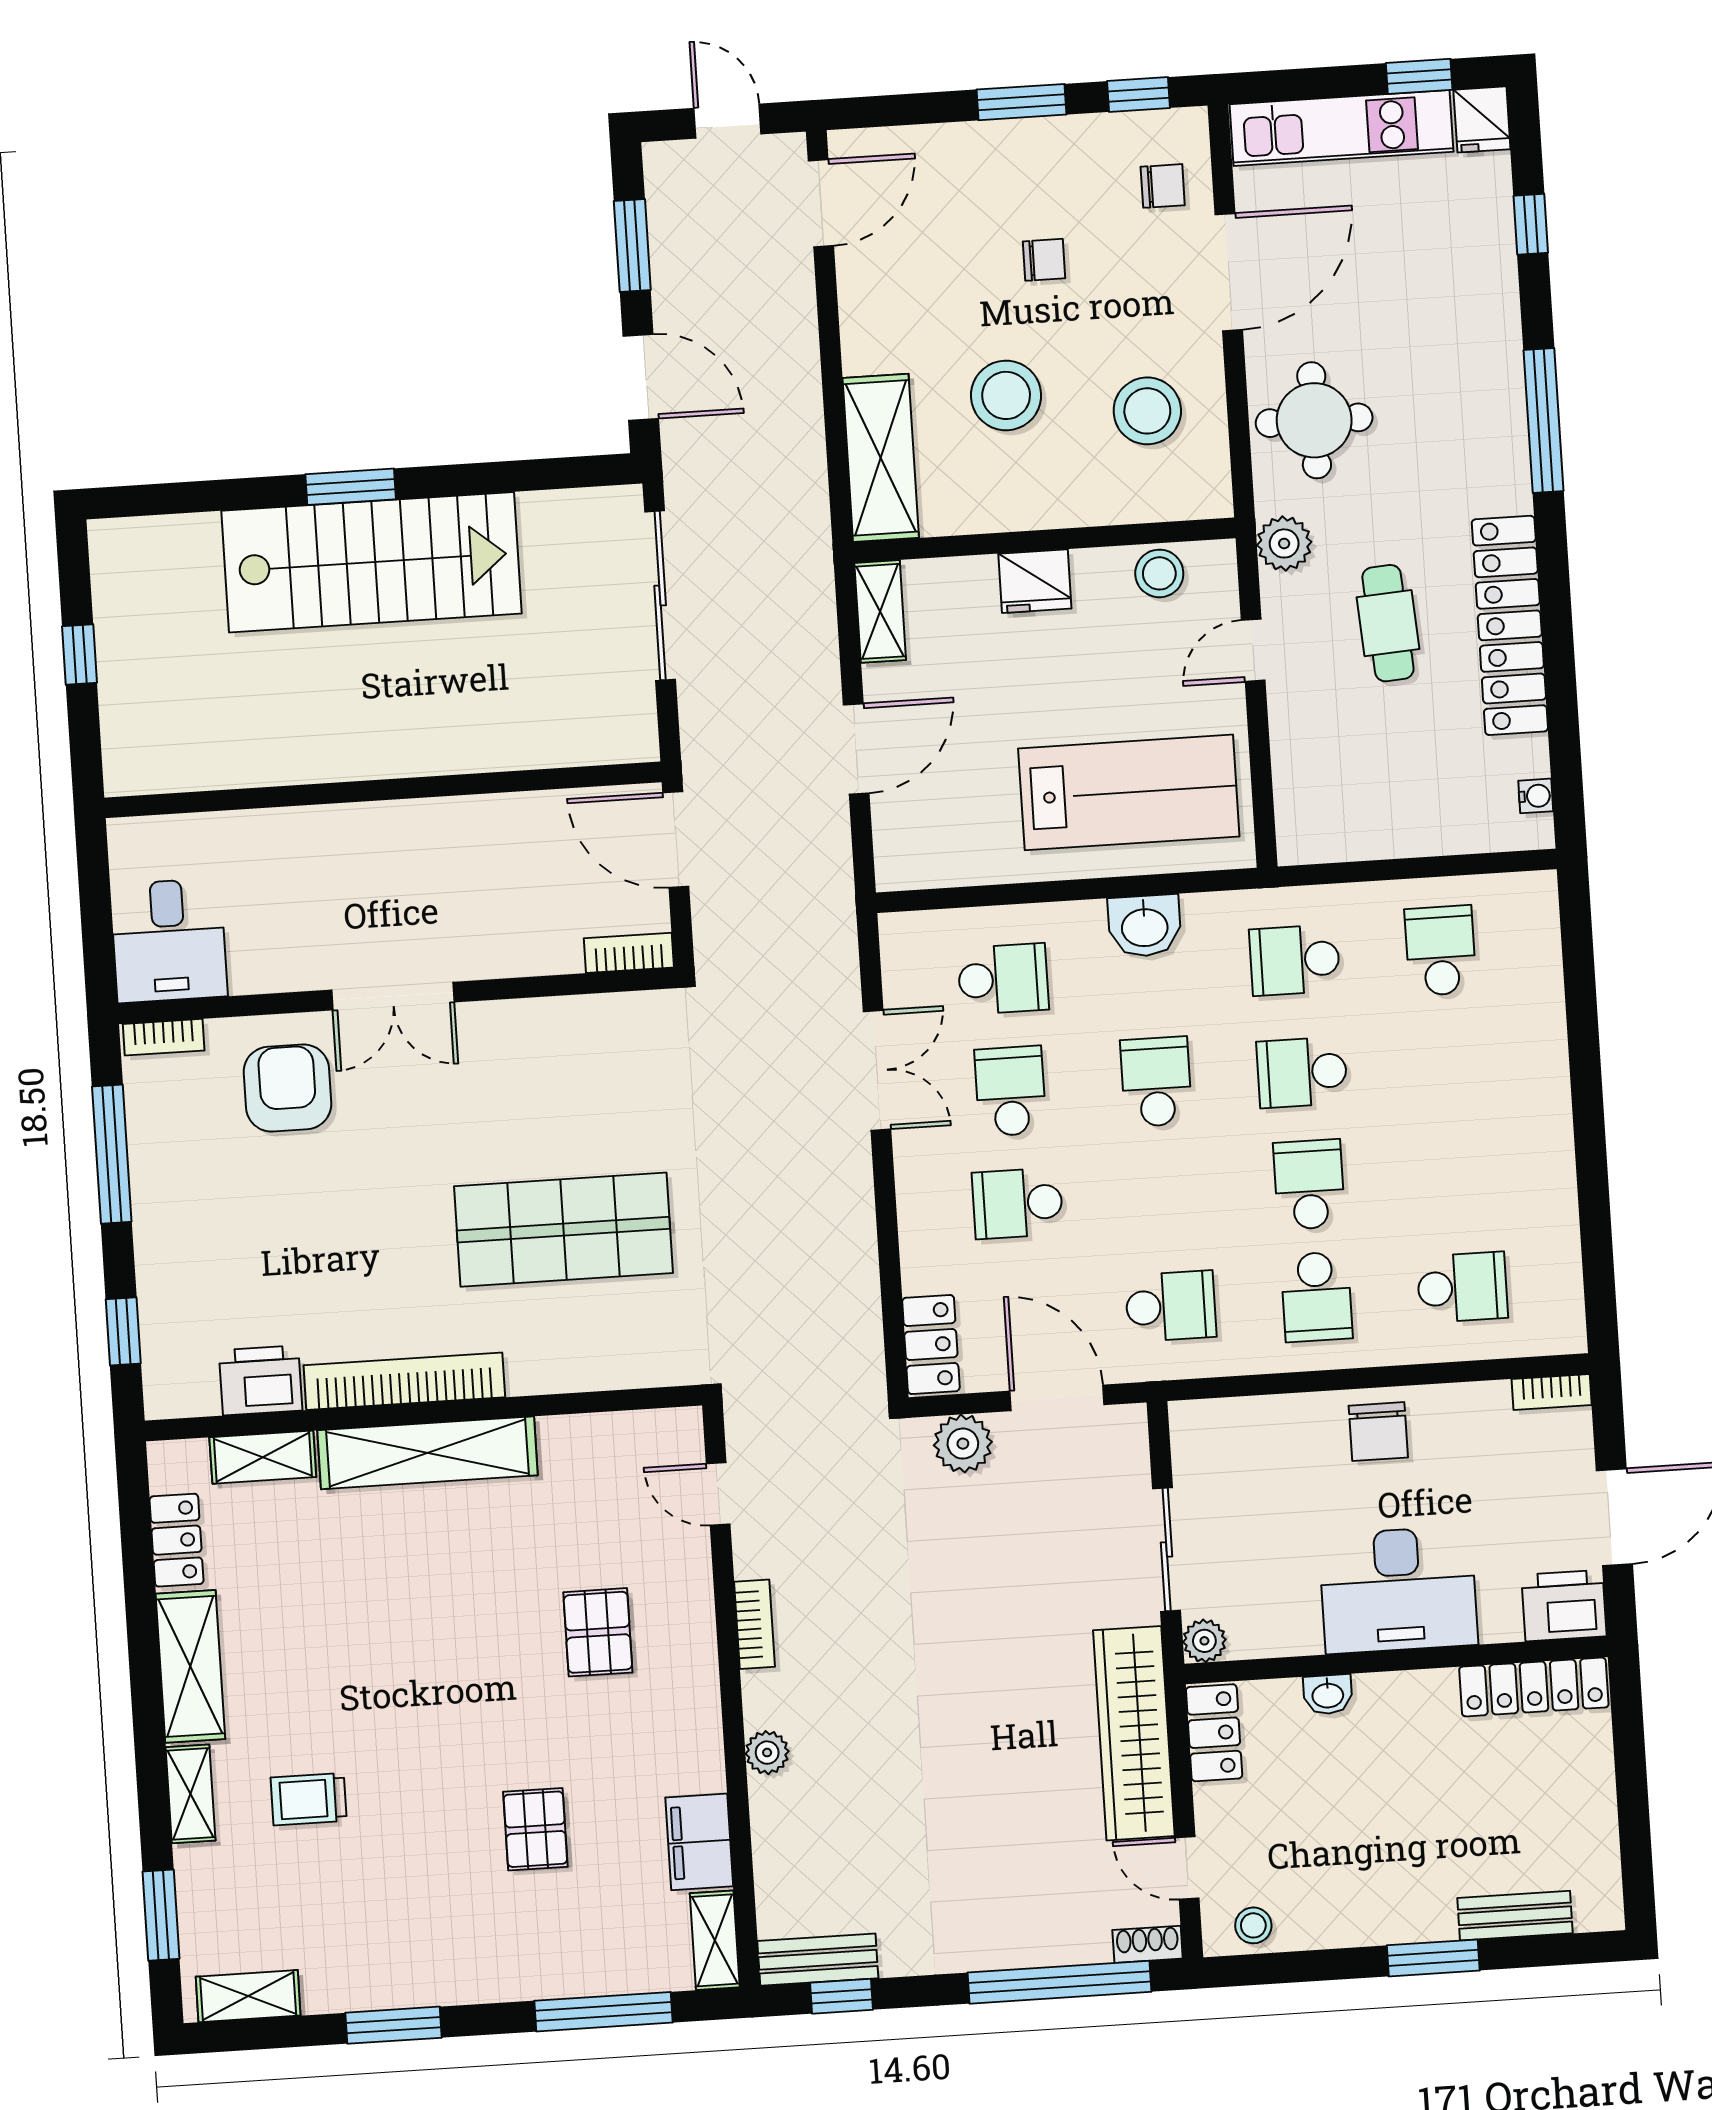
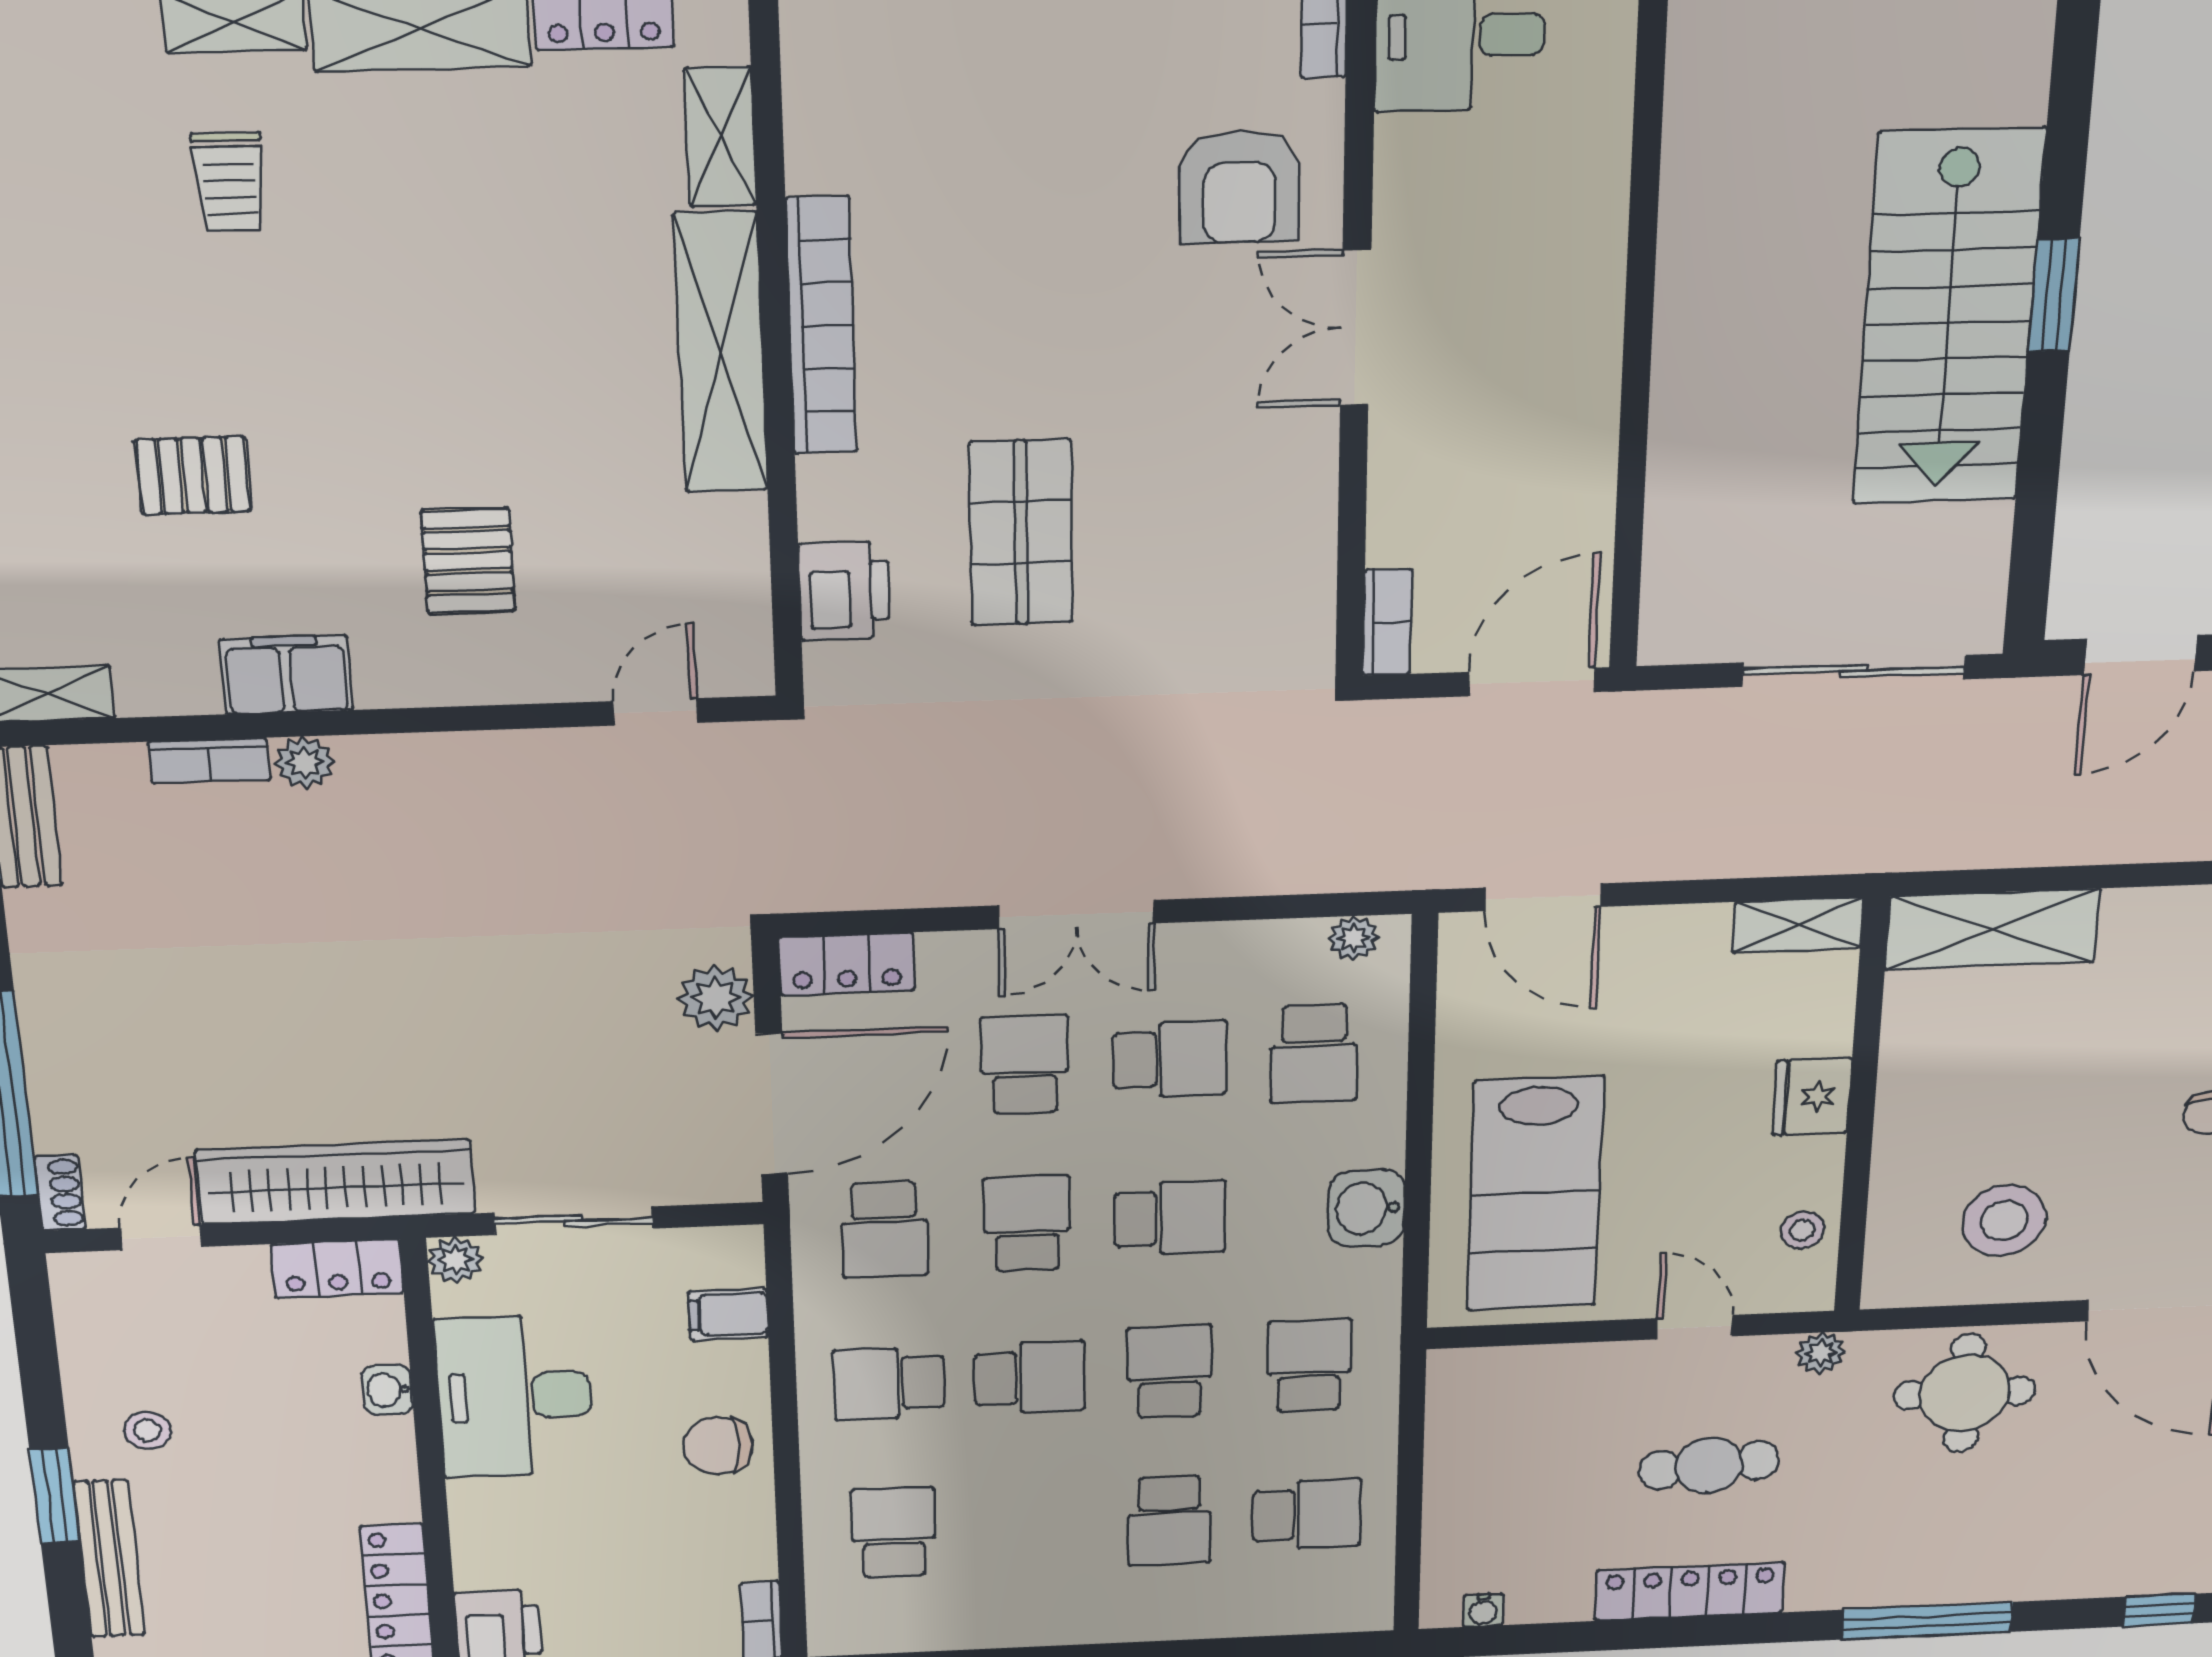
stool: (1006, 395) -> (2048, 1069), removed
plant: (1284, 543) -> (1821, 1353), width x0.73, depth x0.73
stool: (1159, 573) -> (1803, 1230), width x0.73, depth x0.73
locker: (1510, 625) -> (1689, 1591), width x0.71, depth x0.83
door: (856, 749) -> (1543, 897), moved
plant: (899, 956) -> (1353, 938), added
school desk: (1448, 1063) -> (1169, 1520), added
double door: (877, 1070) -> (1076, 914), moved
armchair: (287, 1088) -> (1240, 187), turned 90
school desk: (1163, 1194) -> (1027, 1224), added
shop shelf: (563, 1230) -> (1021, 533), width x0.70, depth x0.74
school desk: (1462, 1287) -> (894, 1533), turned 180
printer: (261, 1380) -> (844, 591), moved
door: (1057, 1398) -> (772, 1104), width x1.36
filing cabinet: (1252, 1427) -> (728, 1314), added
desk: (1398, 1590) -> (515, 1396), moved
bookcase: (755, 1624) -> (209, 761), moved
pallet: (598, 1632) -> (468, 561), turned 90
trolley: (309, 1799) -> (229, 182), turned 180
filing cabinet: (699, 1842) -> (286, 675), moved
bench: (1515, 1916) -> (109, 1559), width x1.36
stool: (1253, 1925) -> (148, 1430), moved

